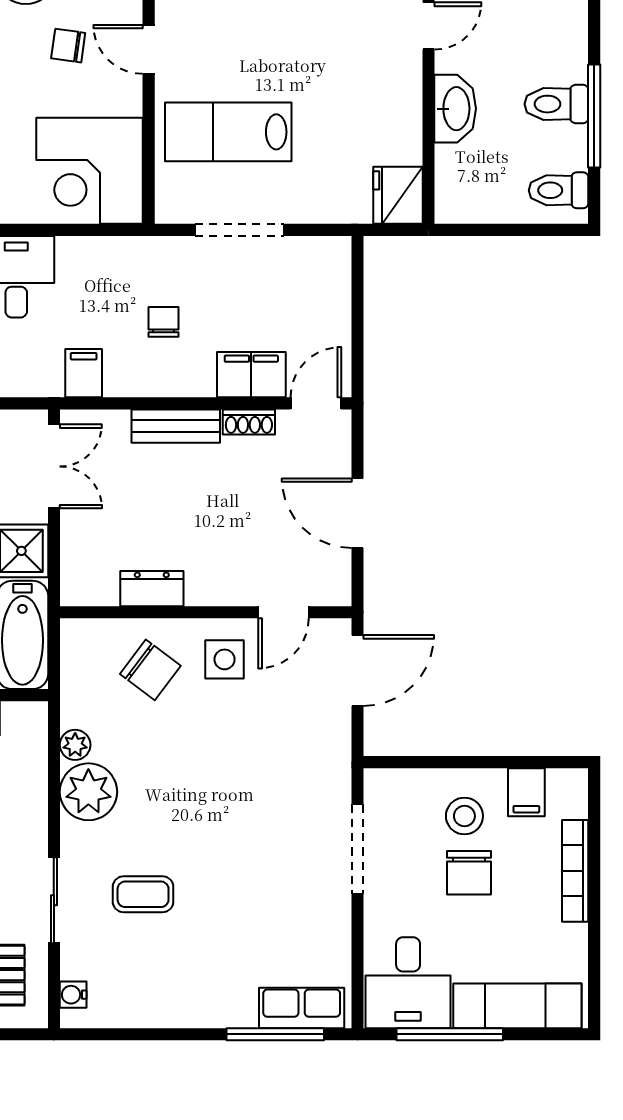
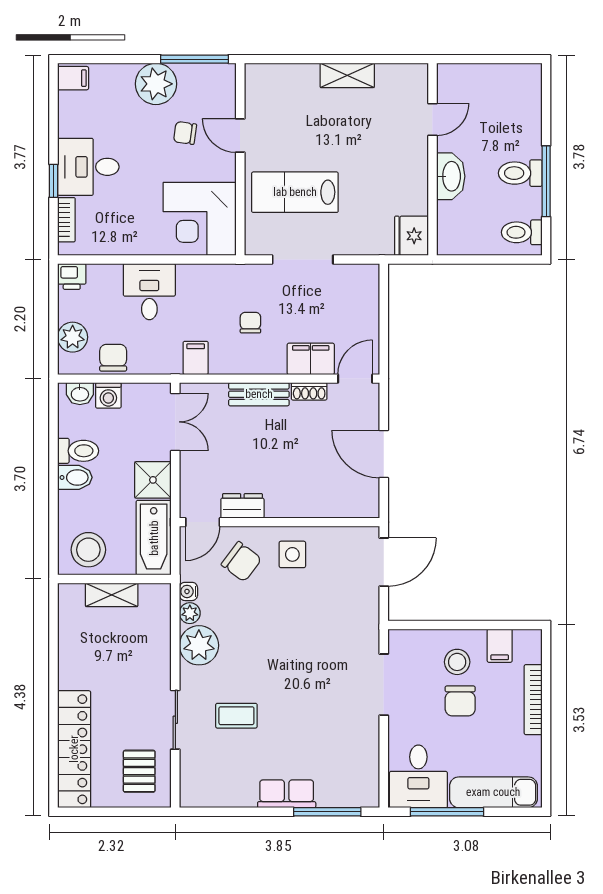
door: (283, 612) -> (203, 522), moved
water cooler: (73, 995) -> (188, 591), moved
row of seats: (302, 1008) -> (287, 794), moved

